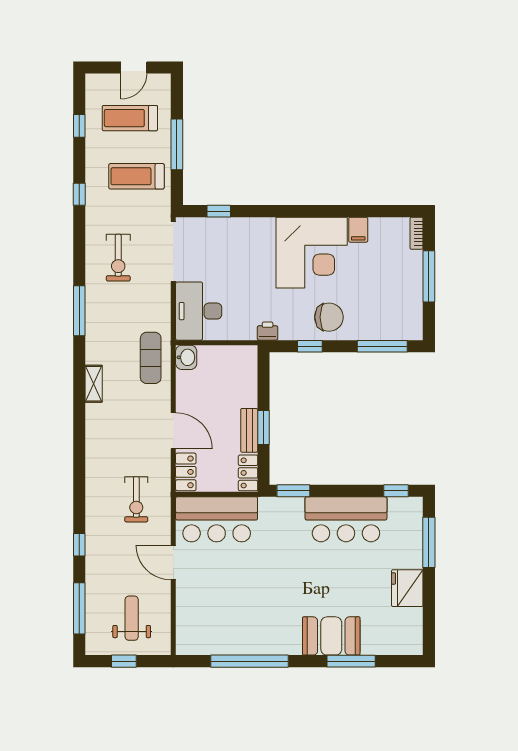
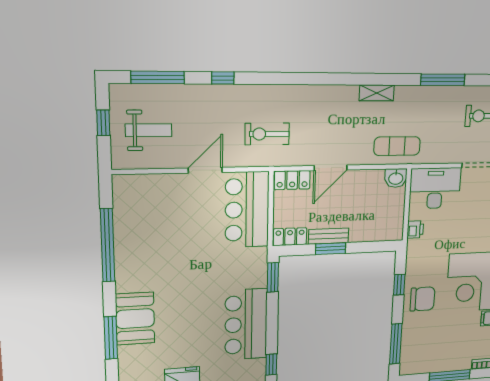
chair: (329, 317) -> (422, 299), turned -90
printer: (268, 331) -> (415, 229), moved

